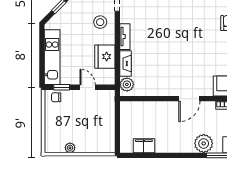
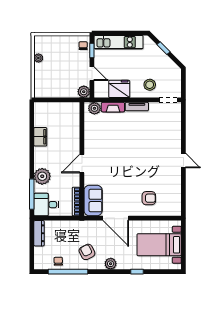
door: (88, 87) -> (92, 74), hinge flipped
plant: (108, 97) -> (84, 92), added
door: (189, 99) -> (82, 164), hinge flipped
filing cabinet: (144, 146) -> (40, 137), moved

